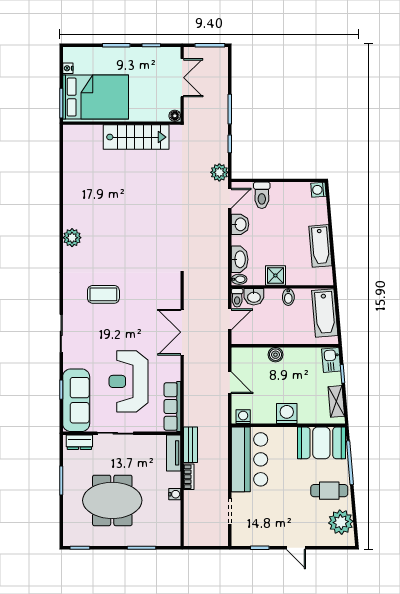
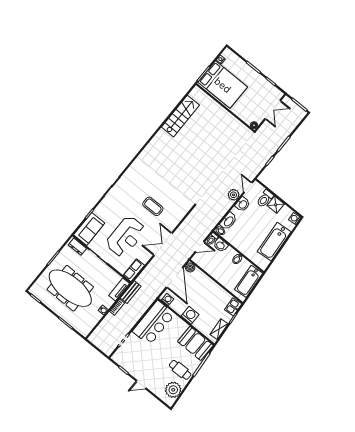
stairs: (136, 137) -> (180, 116), moved, turned -90
plant: (219, 172) -> (234, 195), moved
door: (230, 198) -> (248, 187), swing flipped
plant: (72, 238) -> (155, 144), removed
bathtub: (320, 246) -> (274, 242), width x1.36, depth x1.36
shower: (275, 275) -> (276, 205), moved
coffee table: (103, 294) -> (153, 206), moved
double door: (182, 332) -> (163, 244), moved
boiler: (275, 355) -> (190, 267), moved
reception desk: (129, 381) -> (126, 237), turned 180
door: (230, 383) -> (175, 278), width x1.88
sofa: (76, 400) -> (89, 229), width x0.73
row of seats: (172, 406) -> (134, 270), width x0.68
meeting table: (112, 500) -> (70, 288), width x1.36
door: (296, 548) -> (141, 385), hinge flipped

